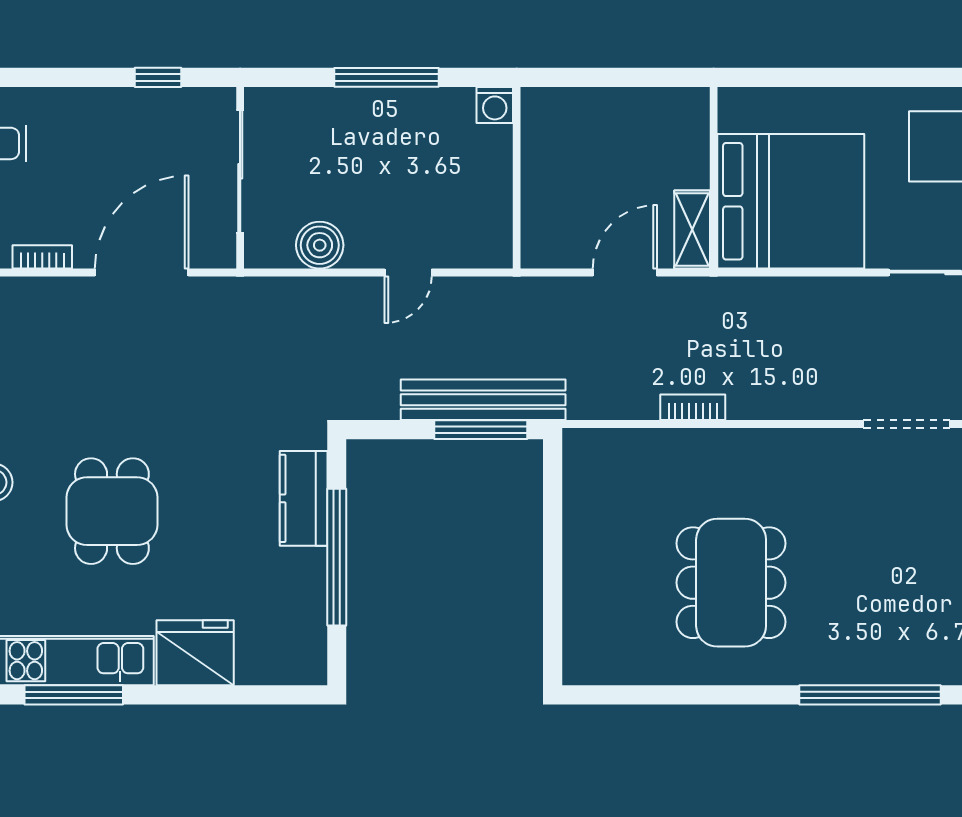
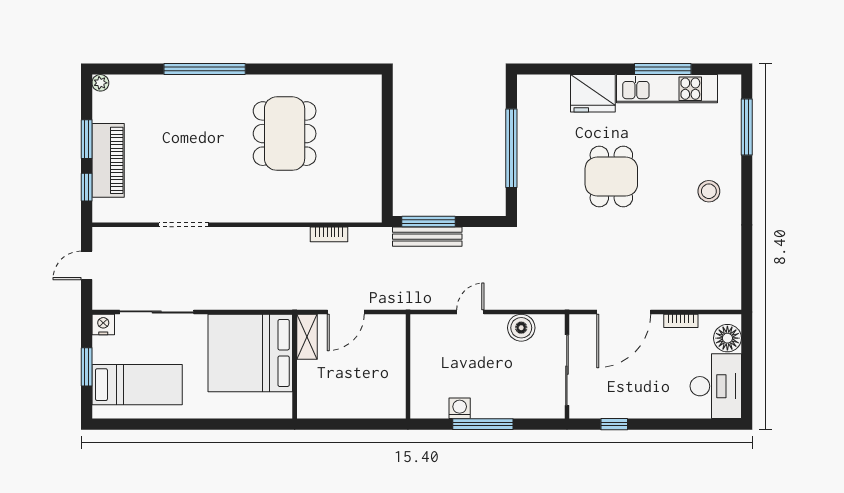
washing machine: (495, 105) -> (460, 408), moved
bench: (483, 400) -> (427, 237), width x0.73, depth x0.82
bookcase: (693, 407) -> (329, 234), moved
kitchen counter: (304, 498) -> (531, 182), removed
dining table: (112, 511) -> (611, 177), moved

